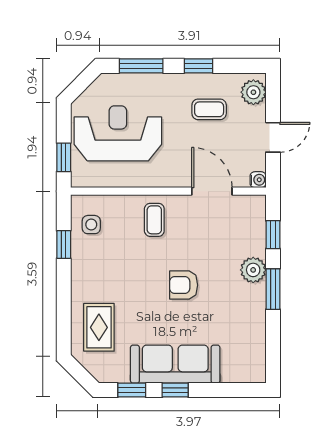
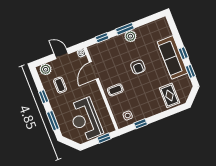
plant: (253, 270) -> (130, 36), moved
rug: (99, 327) -> (169, 95), turned 90

